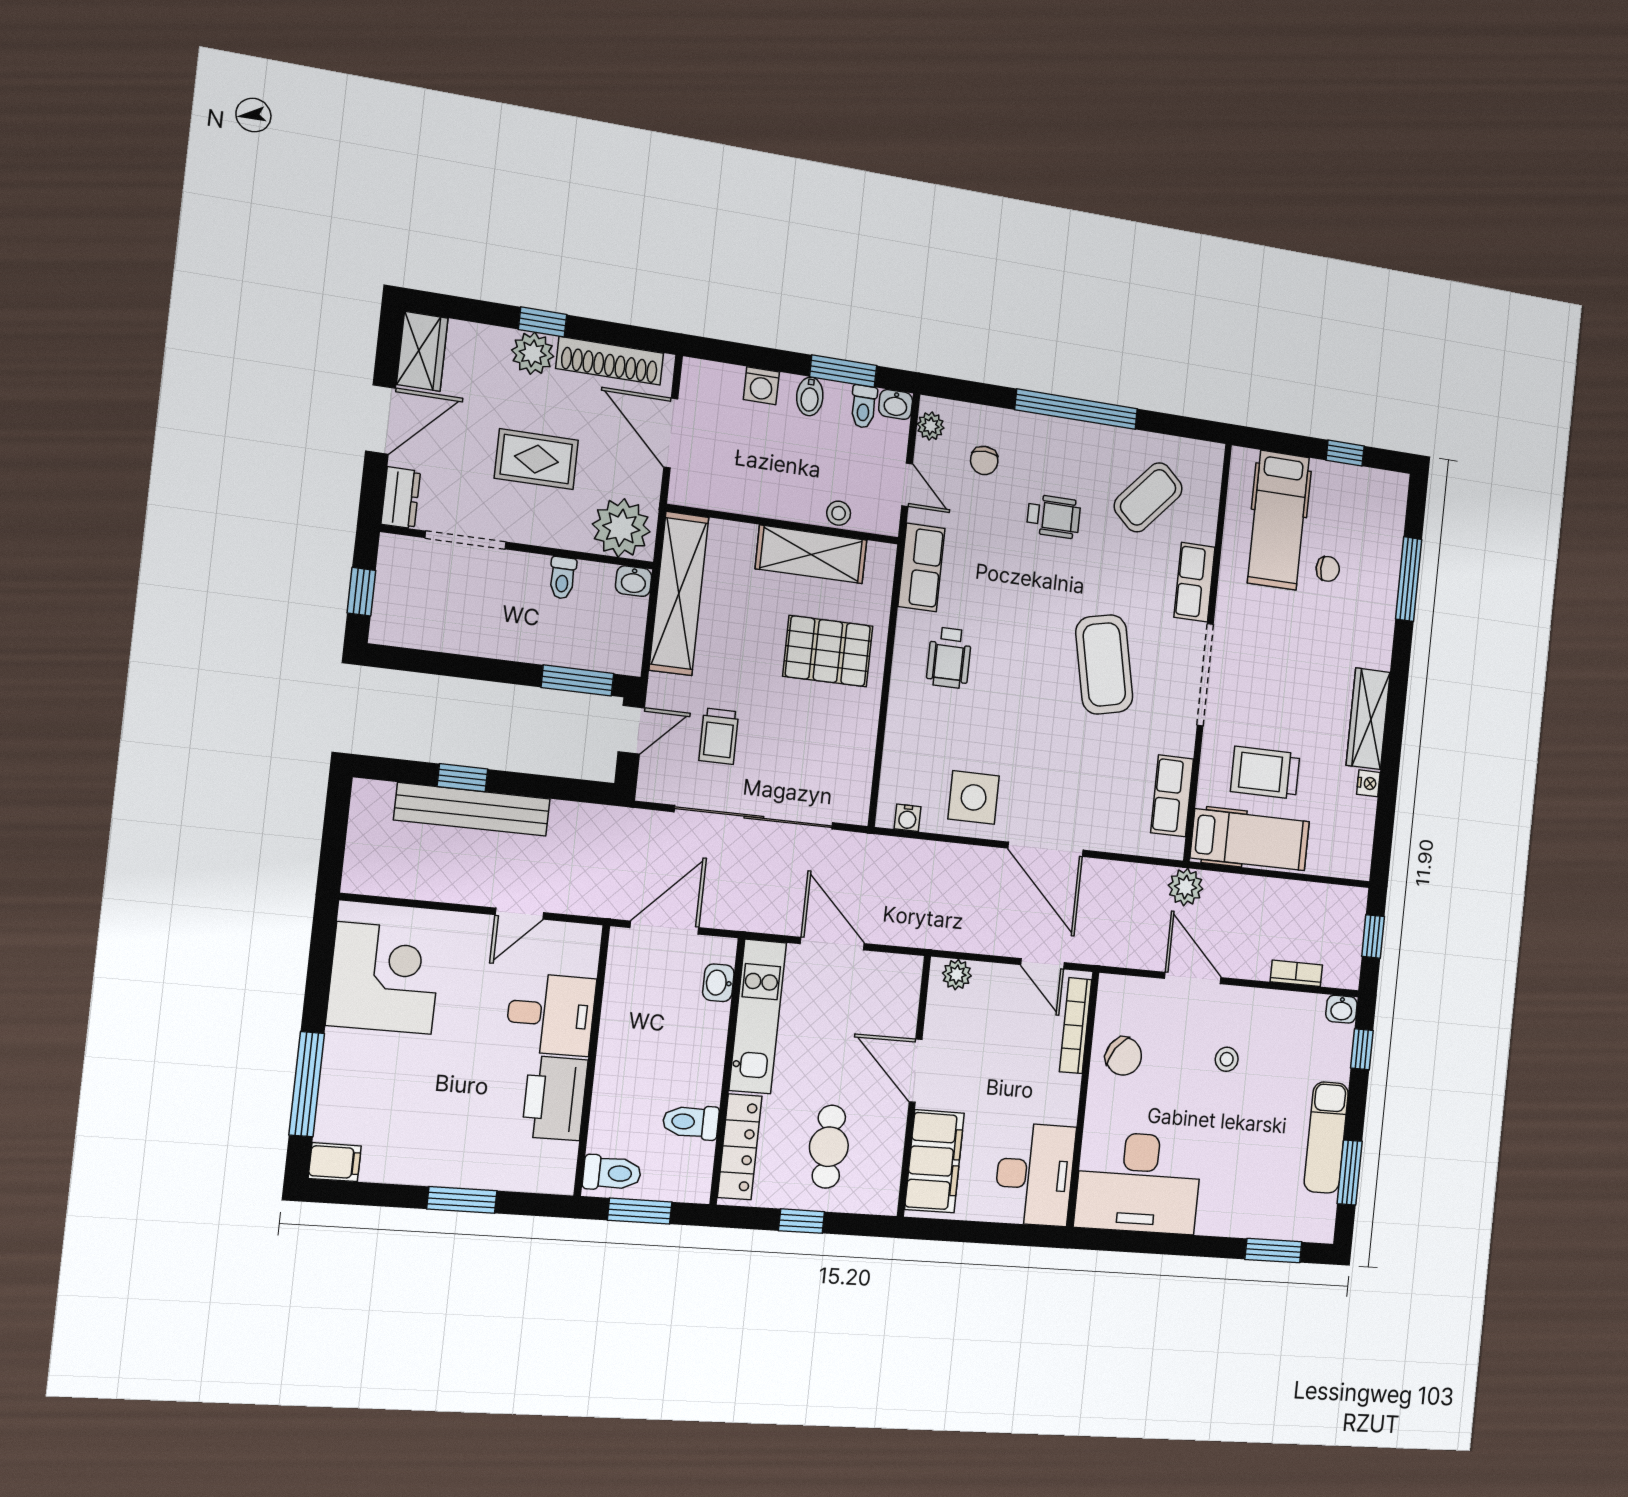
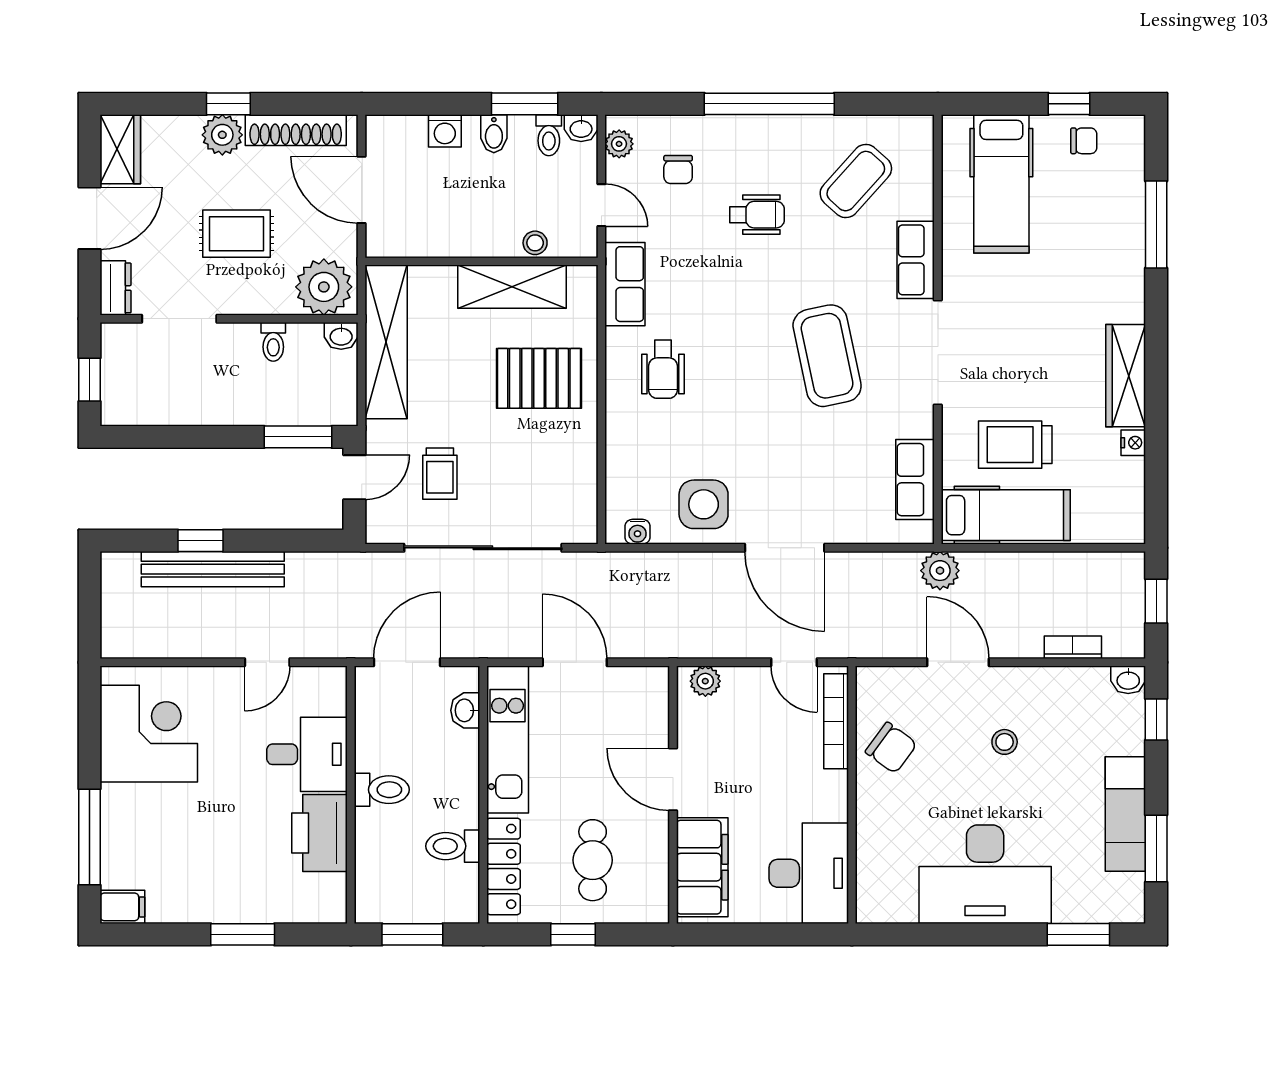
chair: (1328, 569) -> (1084, 141), moved
toilet: (612, 1173) -> (382, 790), moved
desk: (1139, 1183) -> (985, 874), moved

